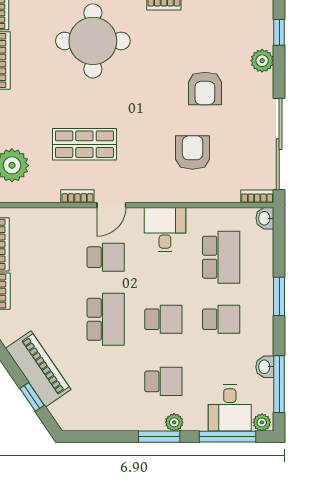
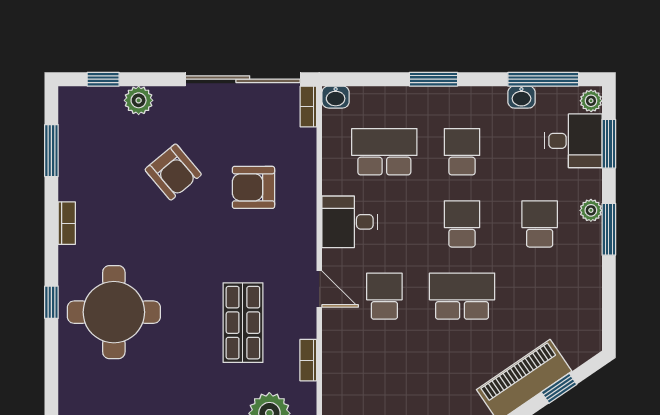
armchair: (205, 88) -> (173, 172), turned 50
bookcase: (77, 196) -> (308, 360), moved
window: (227, 437) -> (609, 144), width x0.69

